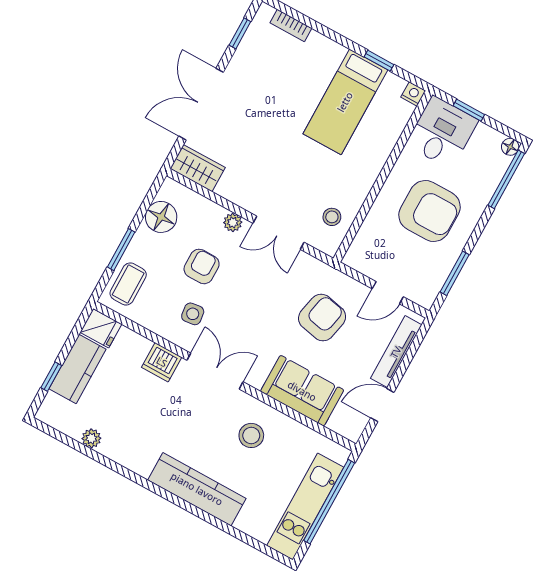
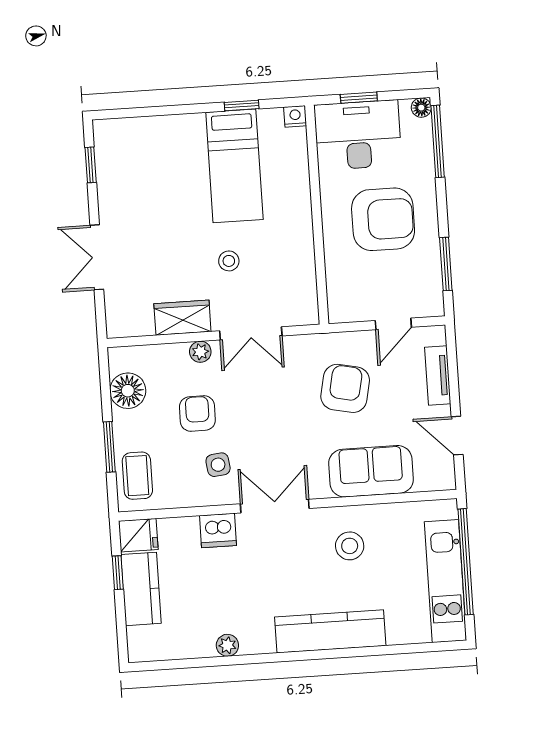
bookcase: (291, 25) -> (135, 126), removed
double door: (201, 104) -> (97, 257), width x0.73
desk: (442, 132) -> (358, 135), width x1.37
wardrobe: (198, 168) -> (182, 318), moved
stool: (332, 217) -> (229, 261), moved
tv unit: (396, 352) -> (438, 375), width x0.71
window: (51, 377) -> (118, 573), moved
door: (382, 405) -> (457, 436), hinge flipped
plant: (91, 438) -> (227, 645), moved

